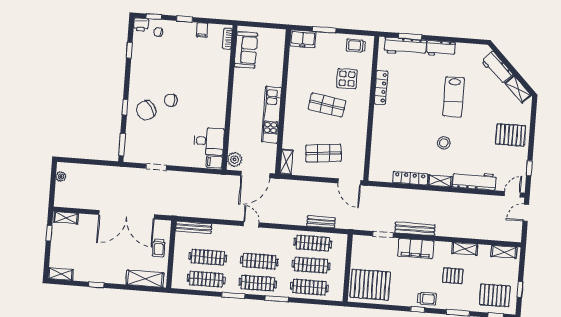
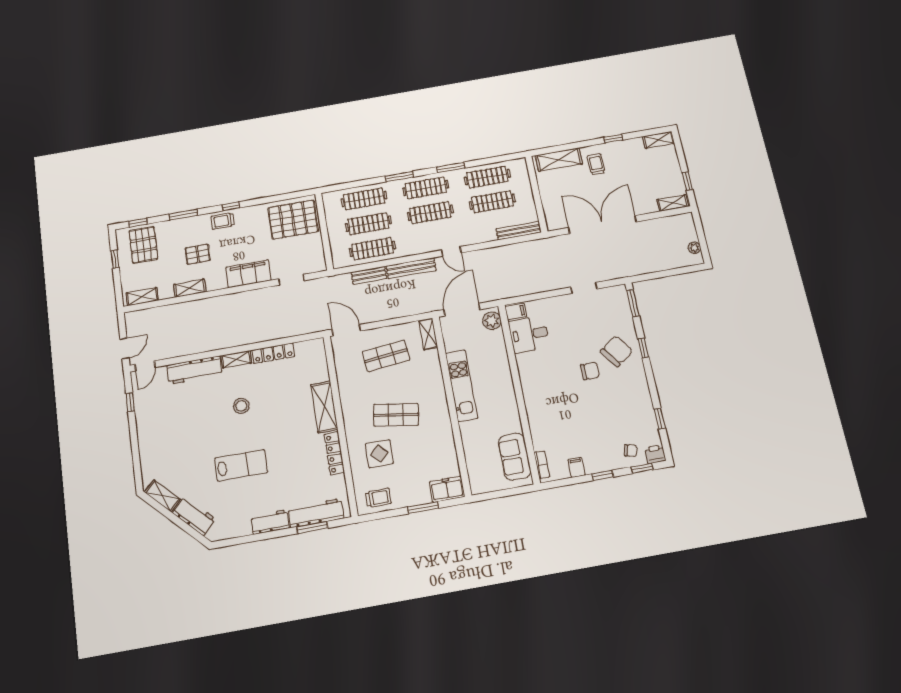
lab bench: (454, 97) -> (241, 465), turned 90
shelving: (380, 125) -> (324, 407), added
pallet: (511, 135) -> (161, 437), removed
bench: (415, 229) -> (411, 268), moved
trolley: (159, 248) -> (596, 164), moved
pallet: (495, 295) -> (143, 245), turned 90

